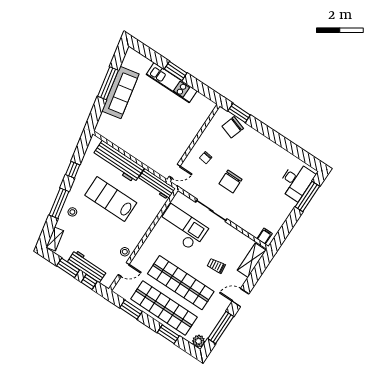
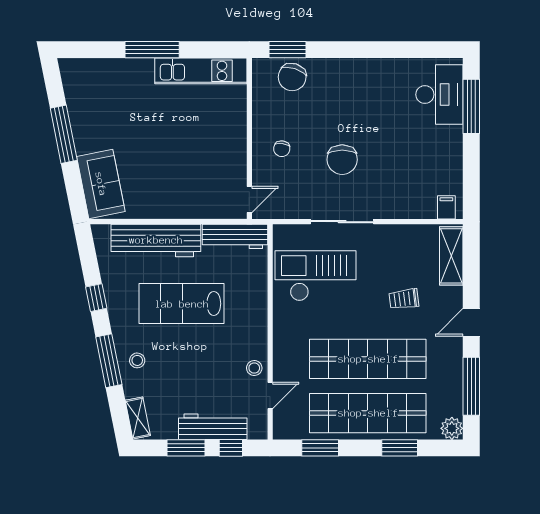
window: (176, 71) -> (152, 50), width x1.44
kitchen unit: (172, 83) -> (201, 71), moved
sofa: (120, 92) -> (101, 184), moved, width x0.73

